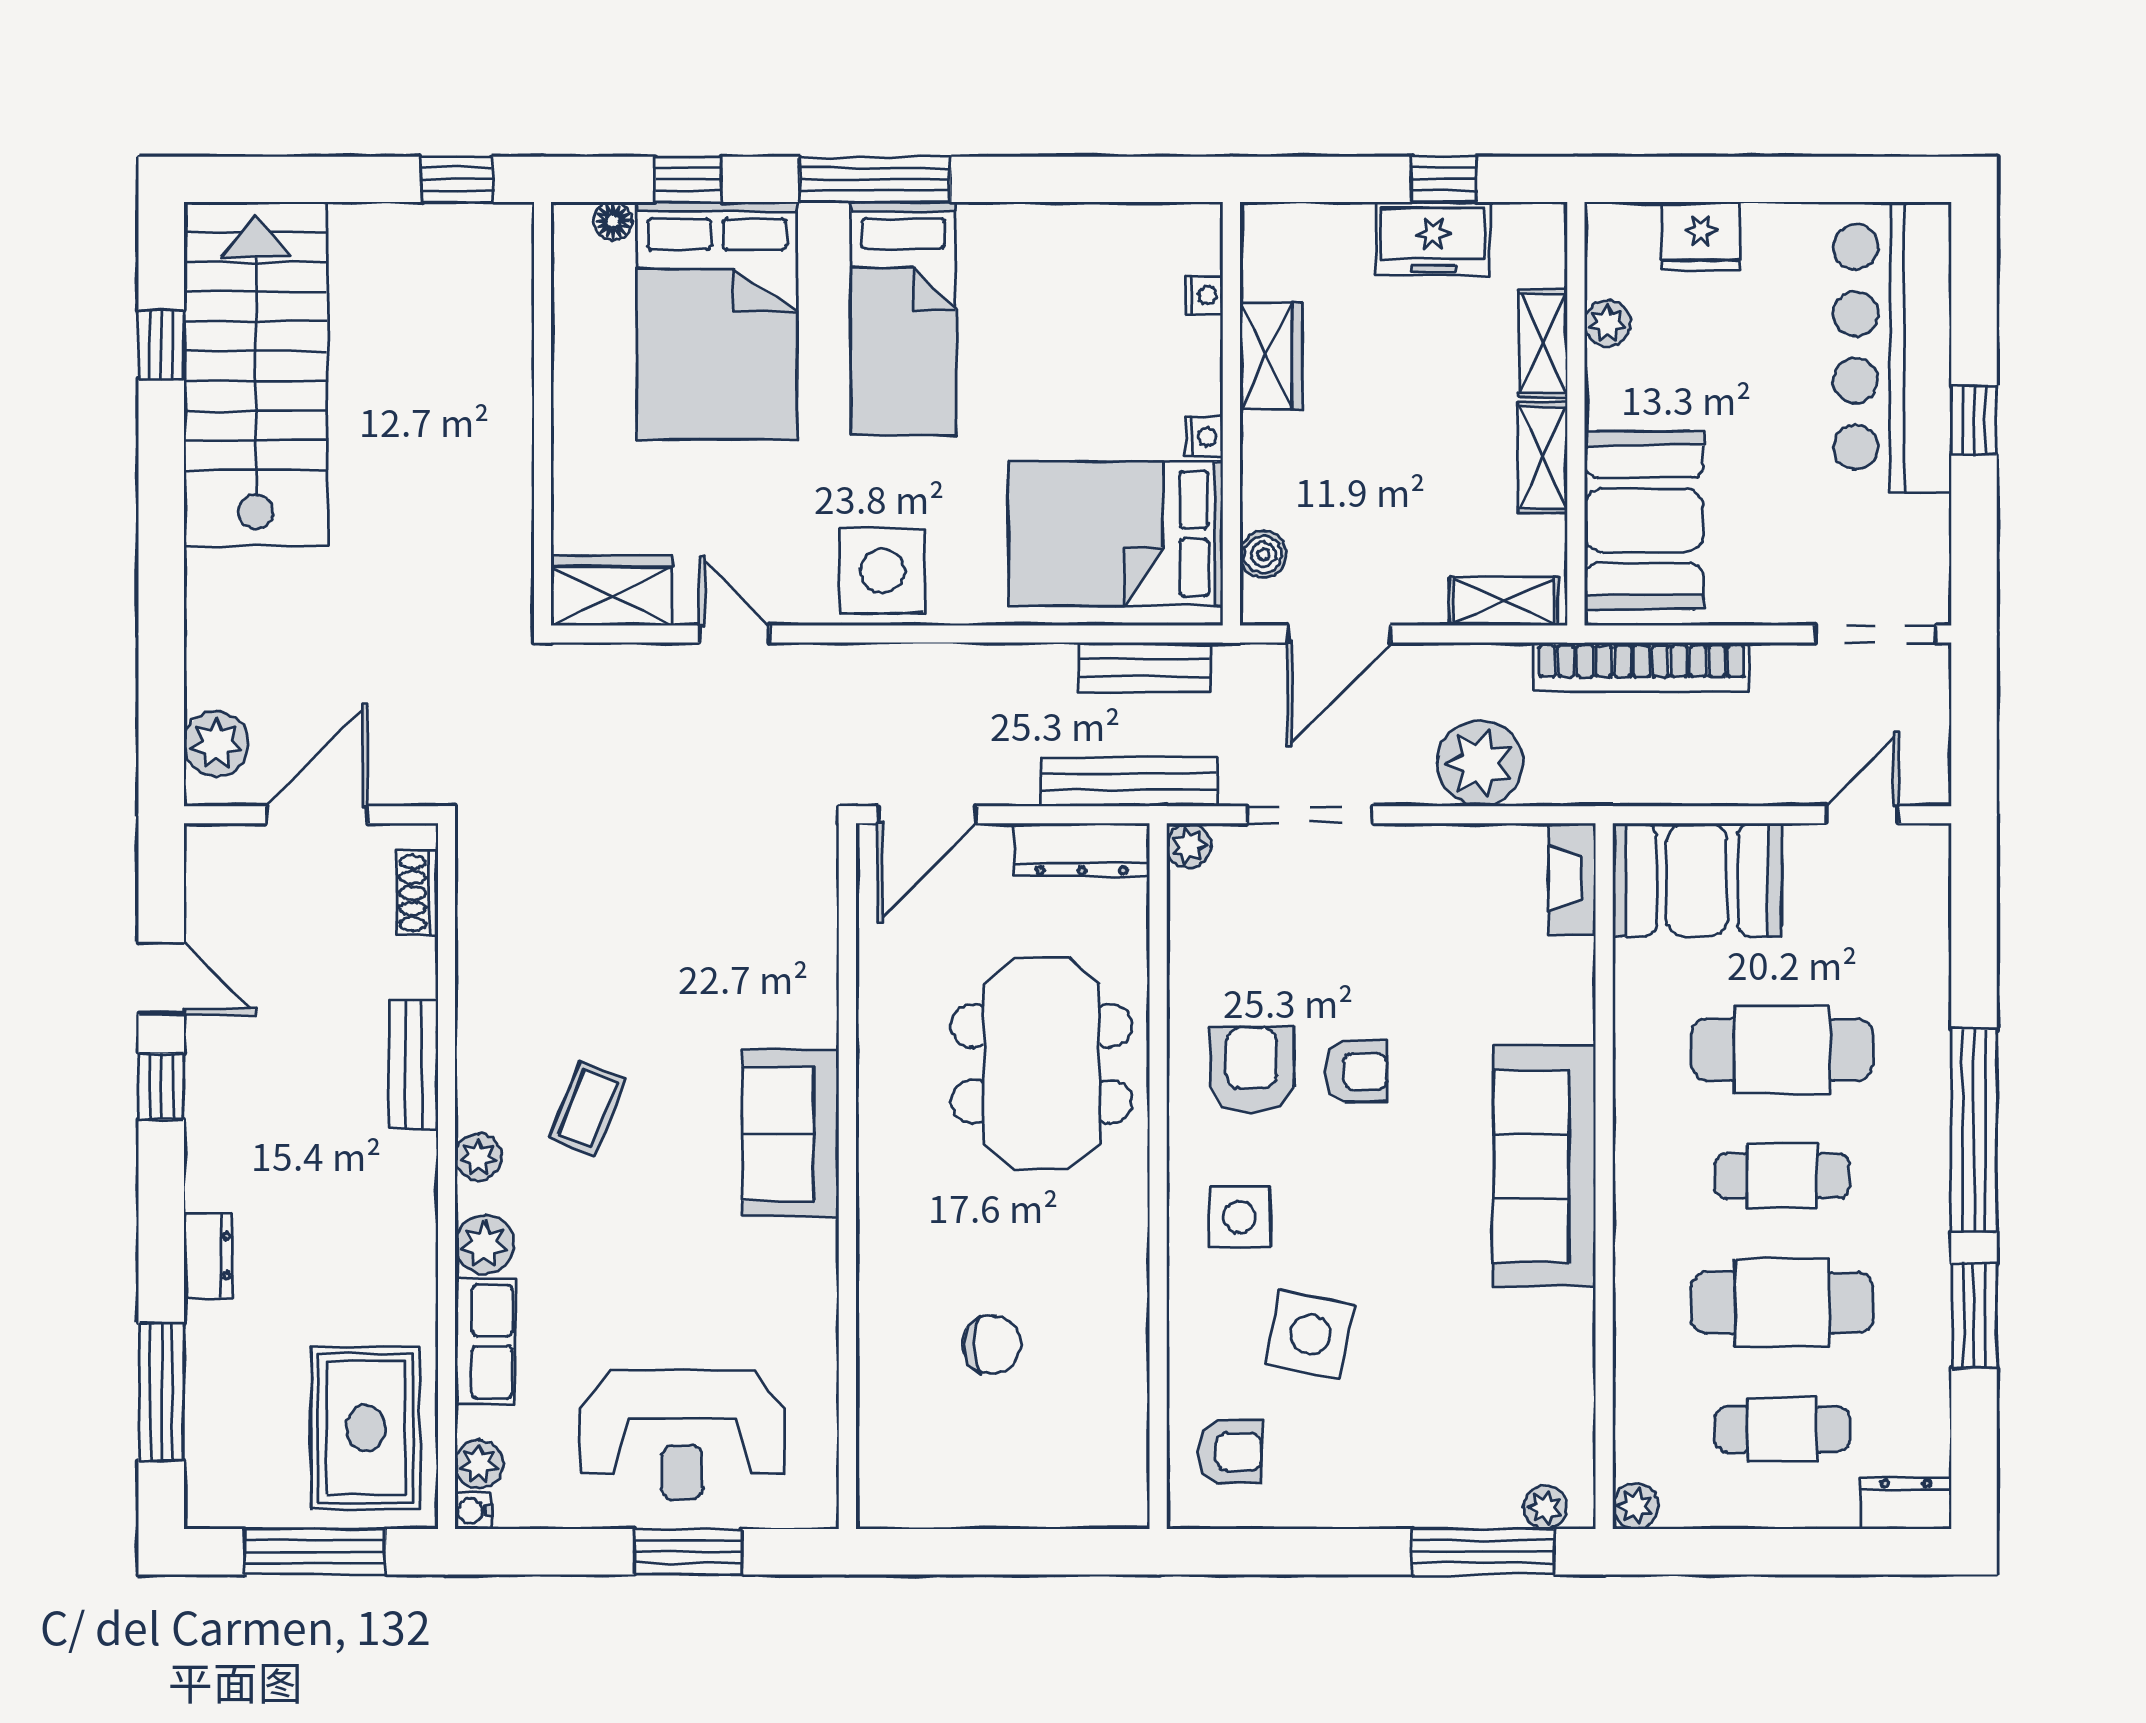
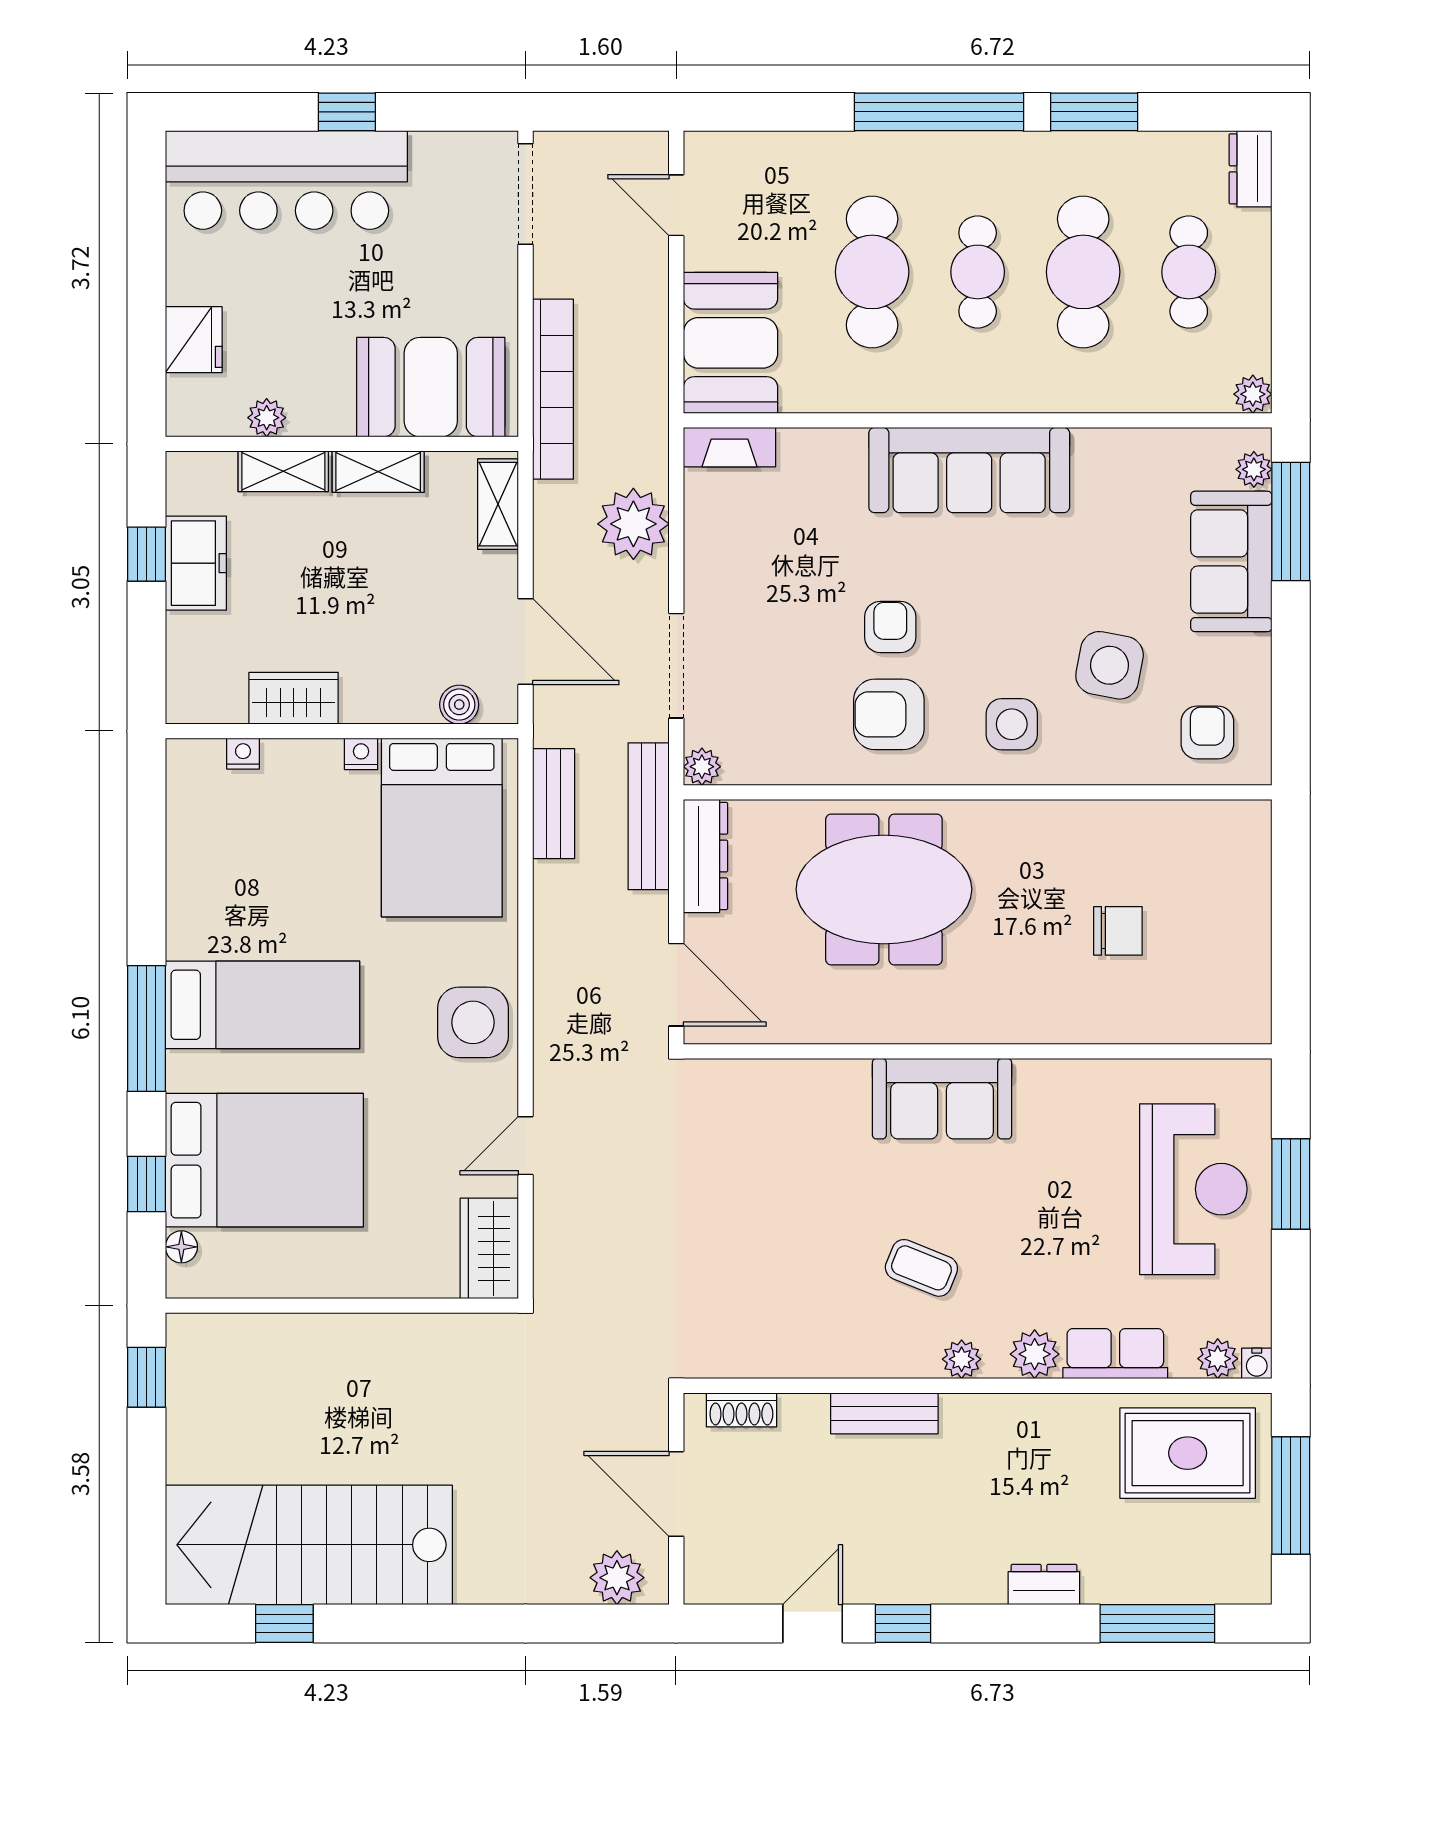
chair: (992, 1344) -> (1118, 931), turned 90
sofa: (1435, 1480) -> (1231, 561), added

